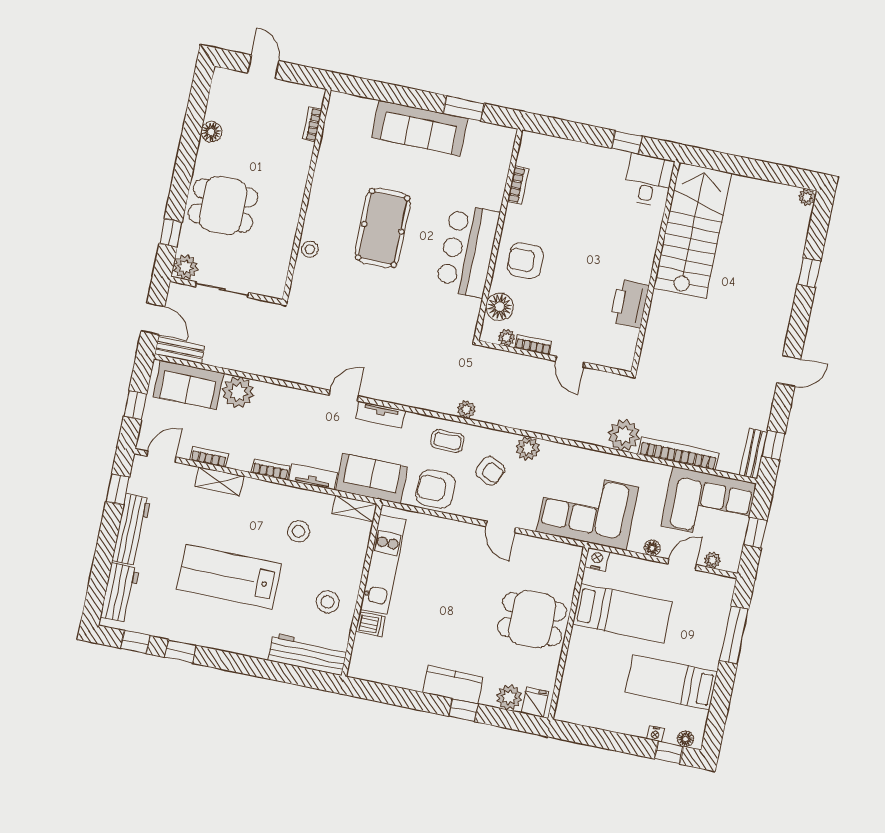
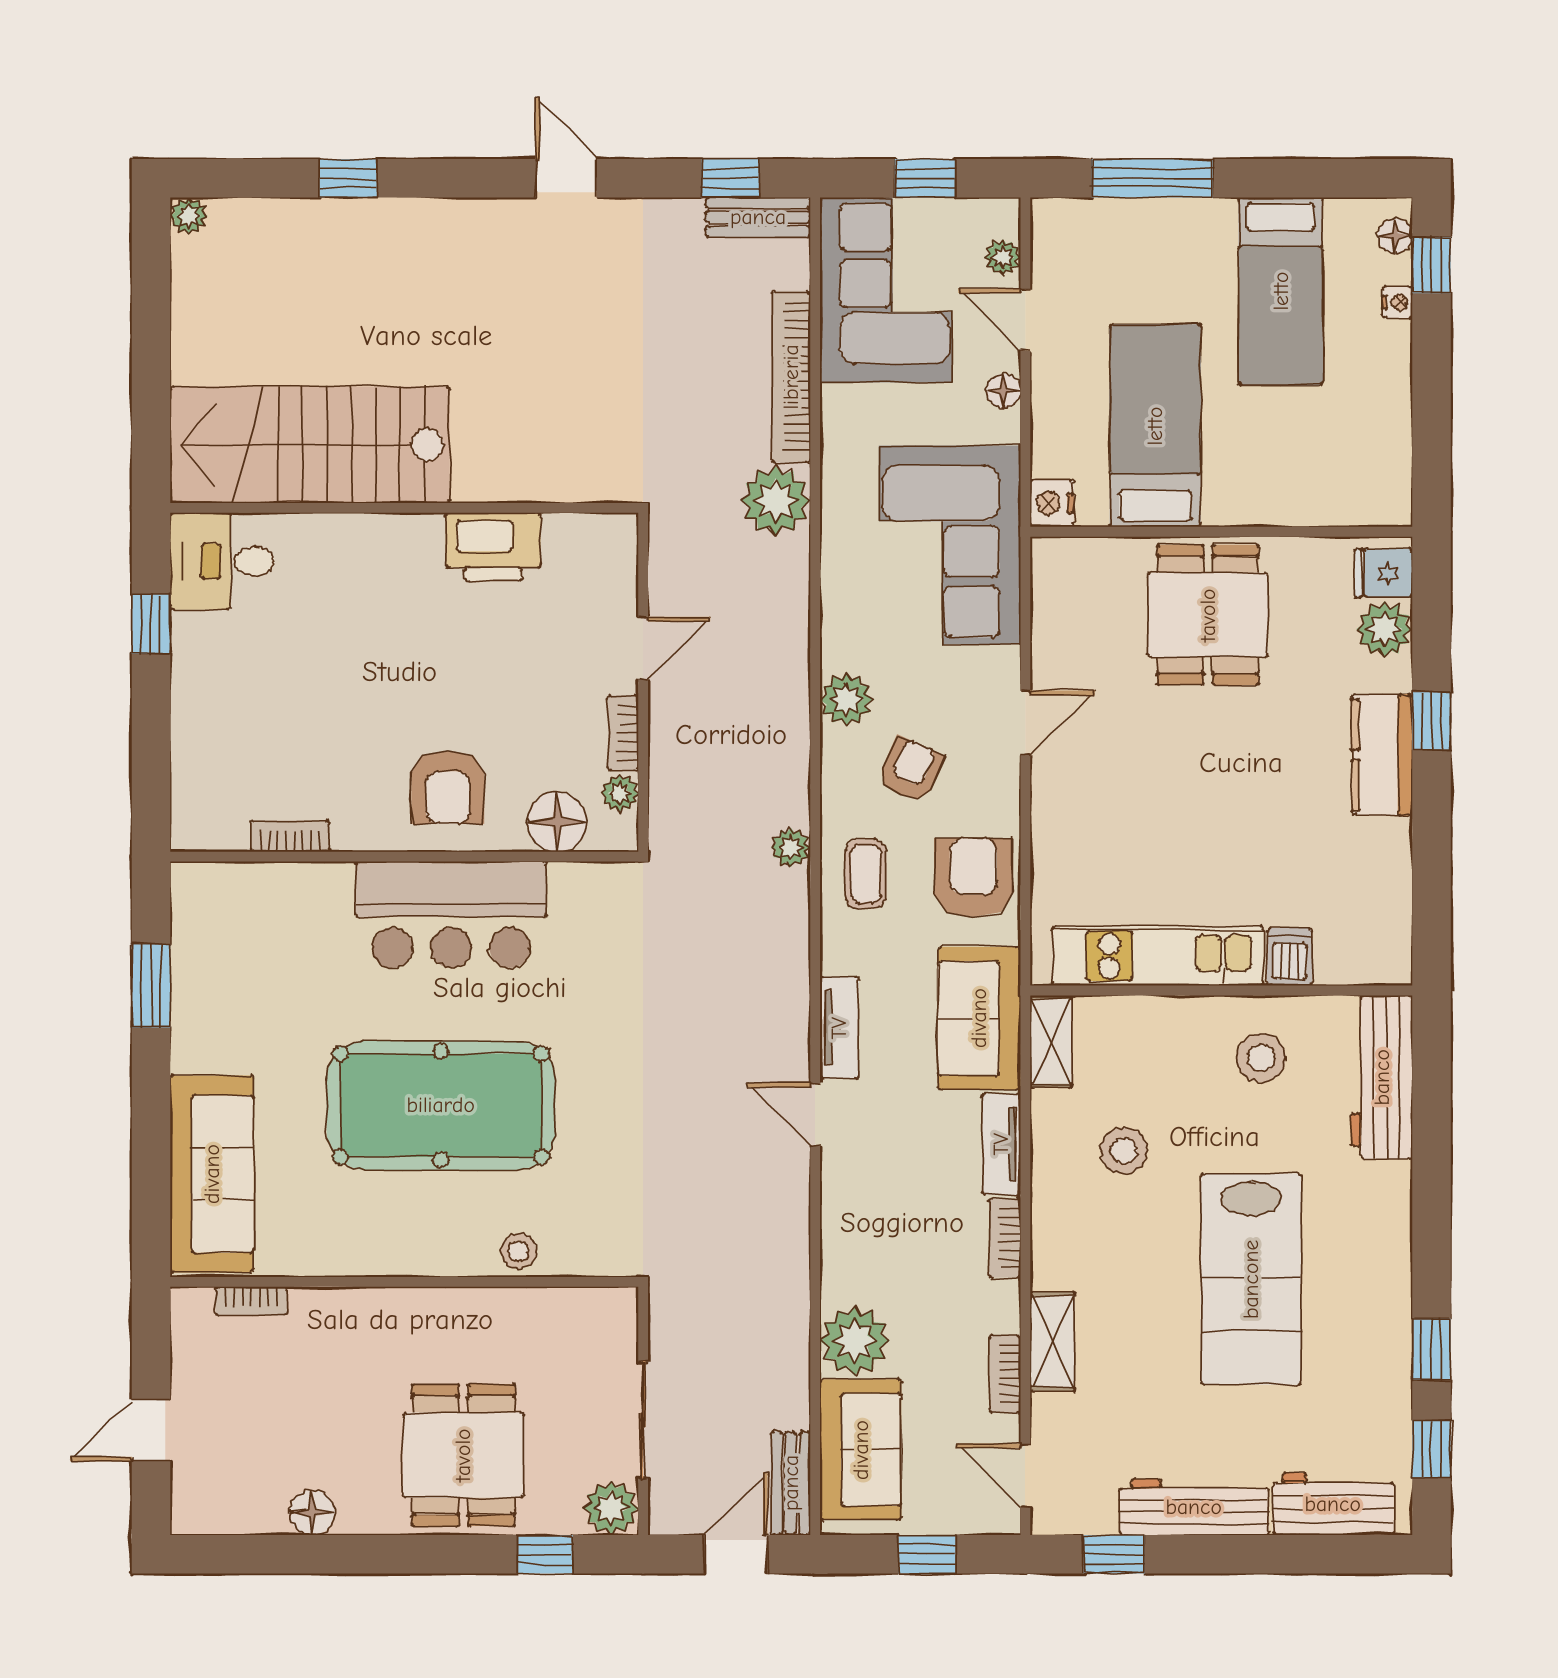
sofa: (419, 128) -> (212, 1174), moved
pool table: (383, 228) -> (441, 1105), width x1.36, depth x1.32
armchair: (436, 489) -> (973, 877), turned 180

